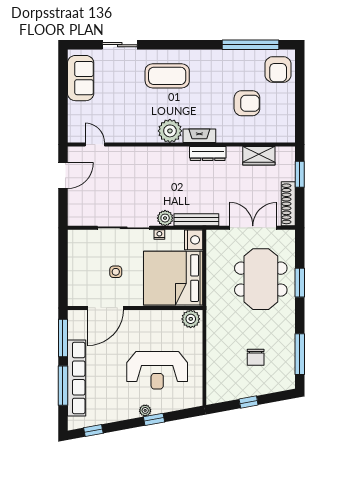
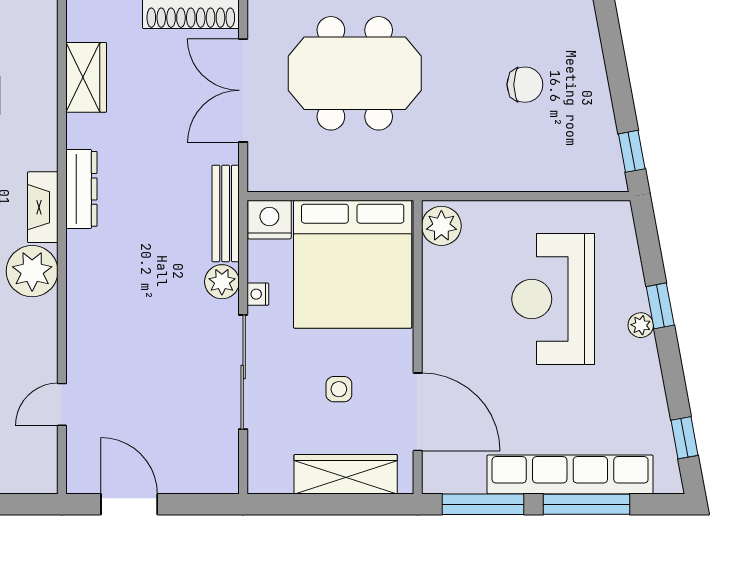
door: (95, 145) -> (62, 404), moved
wardrobe: (77, 275) -> (346, 474), added
reception desk: (157, 370) -> (553, 299), turned 180
window: (249, 402) -> (632, 151), moved

